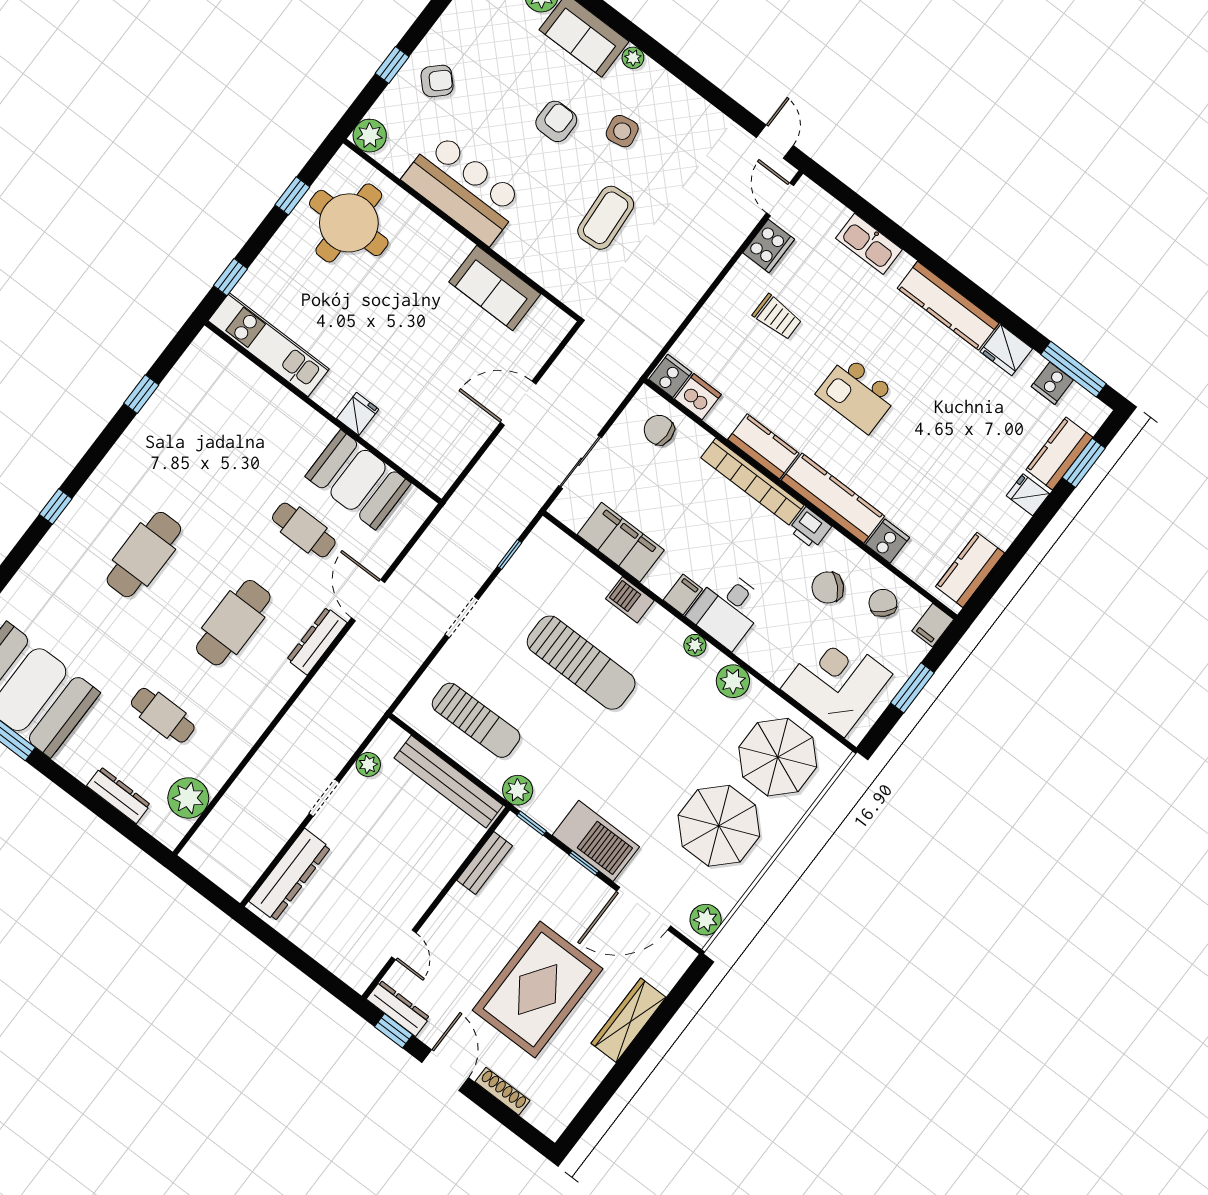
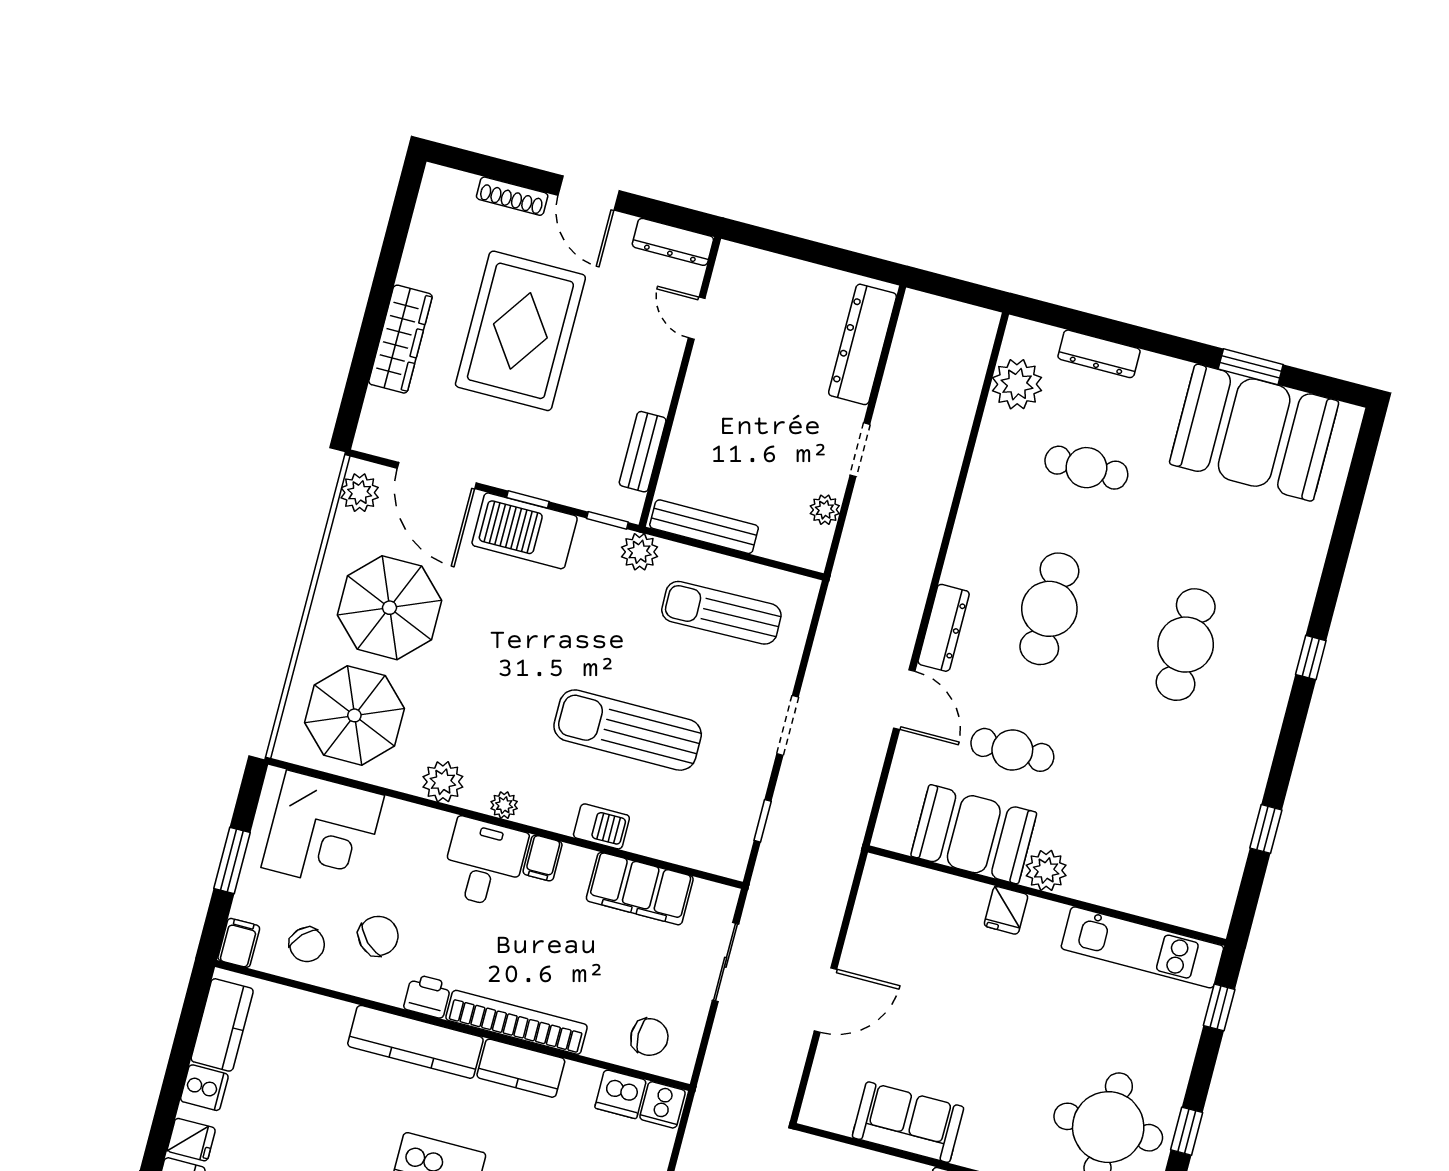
plant: (316, 431) -> (1046, 870), added
cooker: (887, 541) -> (204, 1088), moved, turned -90
bench: (449, 782) -> (704, 527), width x0.73, depth x0.82
door: (644, 909) -> (437, 476), swing flipped
window: (393, 1031) -> (667, 214), removed

